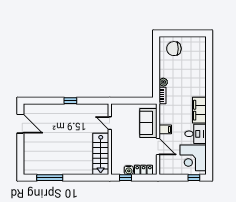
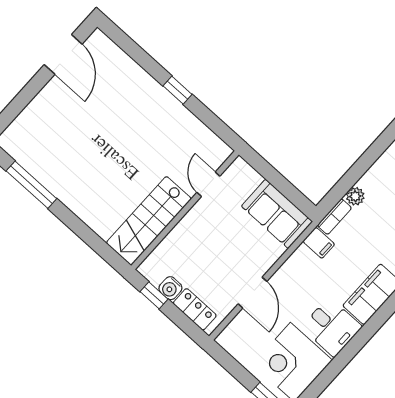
sofa: (148, 123) -> (277, 214), moved, turned -90
filing cabinet: (165, 129) -> (319, 243), moved

